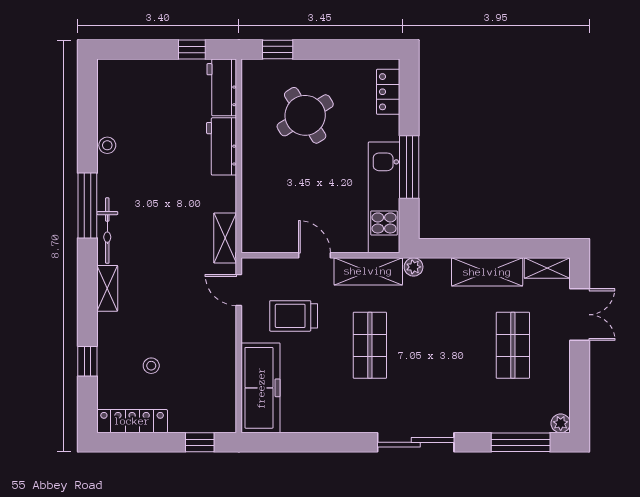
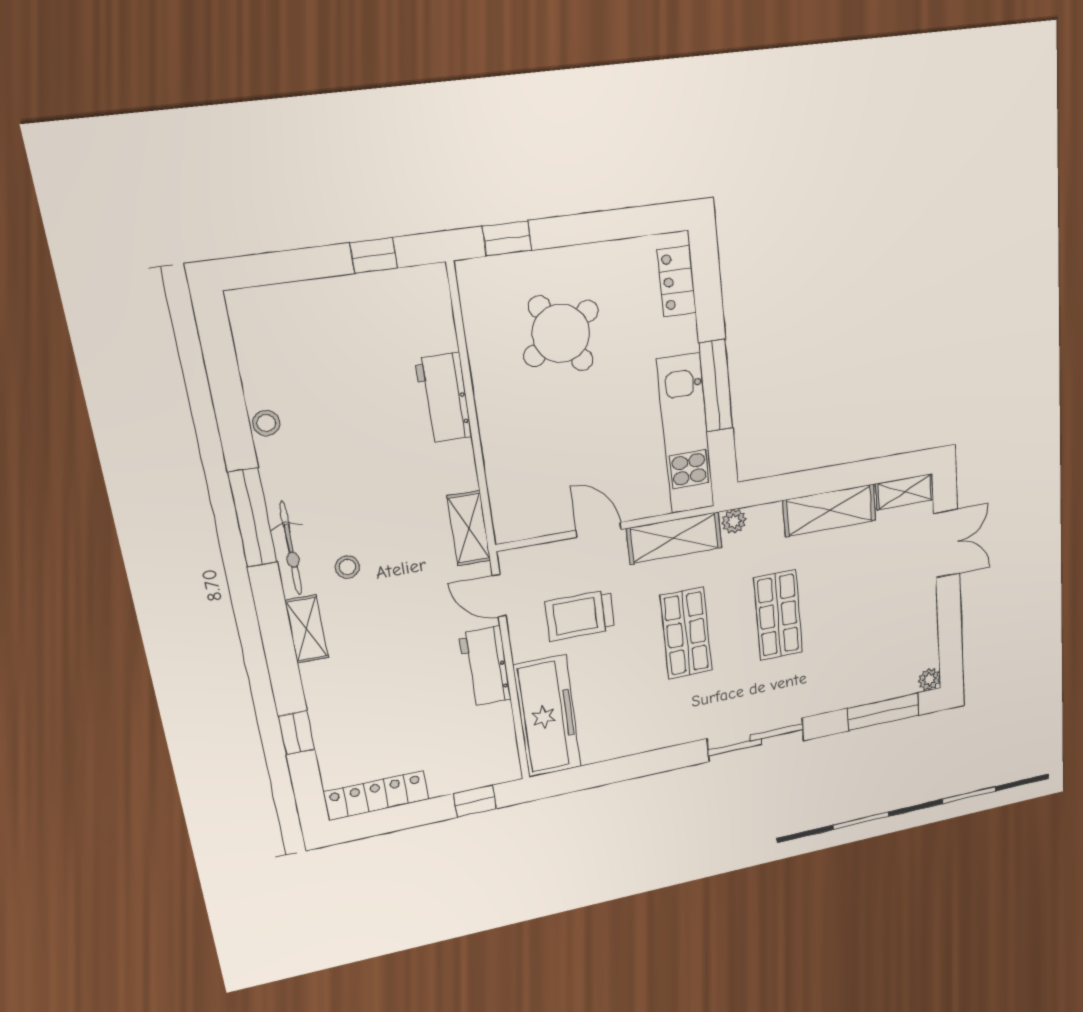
workbench: (222, 87) -> (485, 666), moved
shop shelf: (513, 345) -> (778, 615), moved
stool: (151, 366) -> (347, 567), moved

